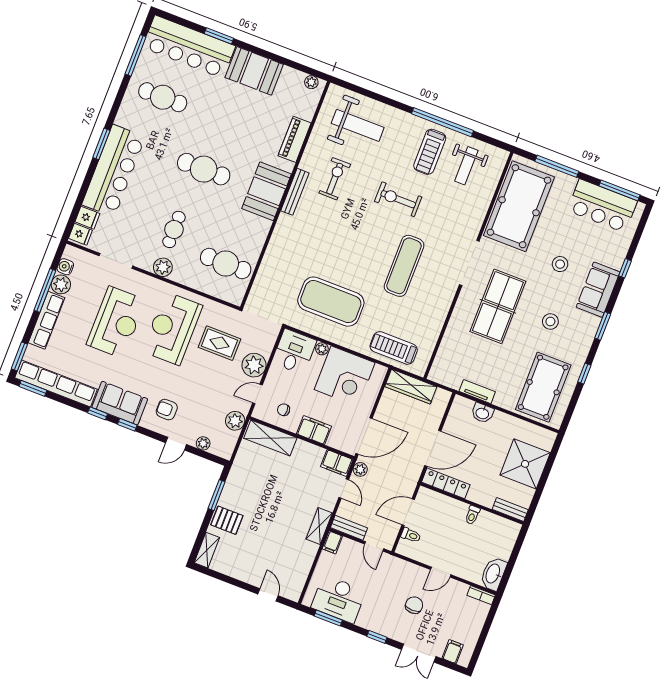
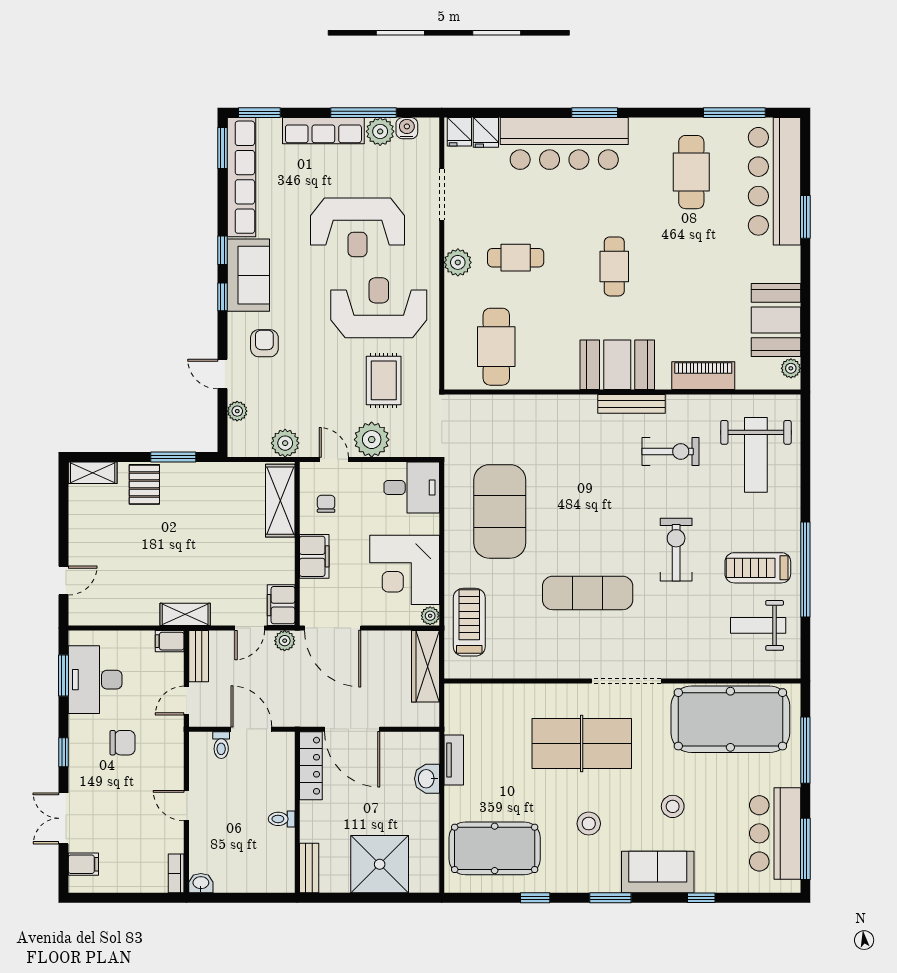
booth: (254, 71) -> (776, 320), moved
cafe table: (204, 169) -> (614, 266), width x0.73, depth x0.74
plant: (322, 349) -> (430, 616), moved
washbasin: (493, 574) -> (201, 883), width x0.52, depth x0.69
chair: (414, 605) -> (123, 743), moved

